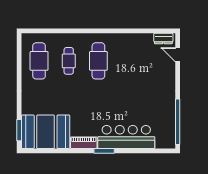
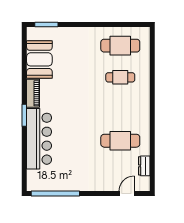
dresser: (163, 38) -> (144, 166), moved
cafe table: (98, 61) -> (120, 141), moved
booth: (46, 132) -> (39, 59), width x0.73, depth x0.70

